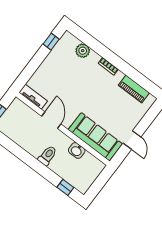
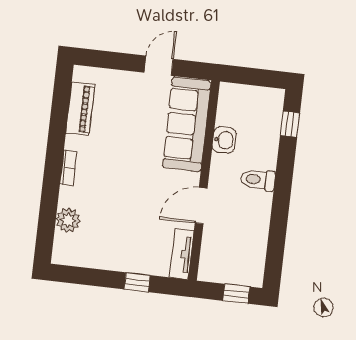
window: (51, 42) -> (137, 282), moved

